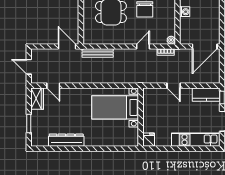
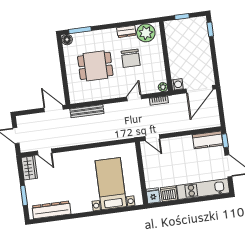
washing machine: (185, 12) -> (177, 84), moved
door: (174, 86) -> (152, 138), moved
bed with nightstands: (115, 107) -> (111, 184), moved, turned 90
dresser: (66, 140) -> (51, 210), moved
dishwasher: (163, 140) -> (169, 194), added

